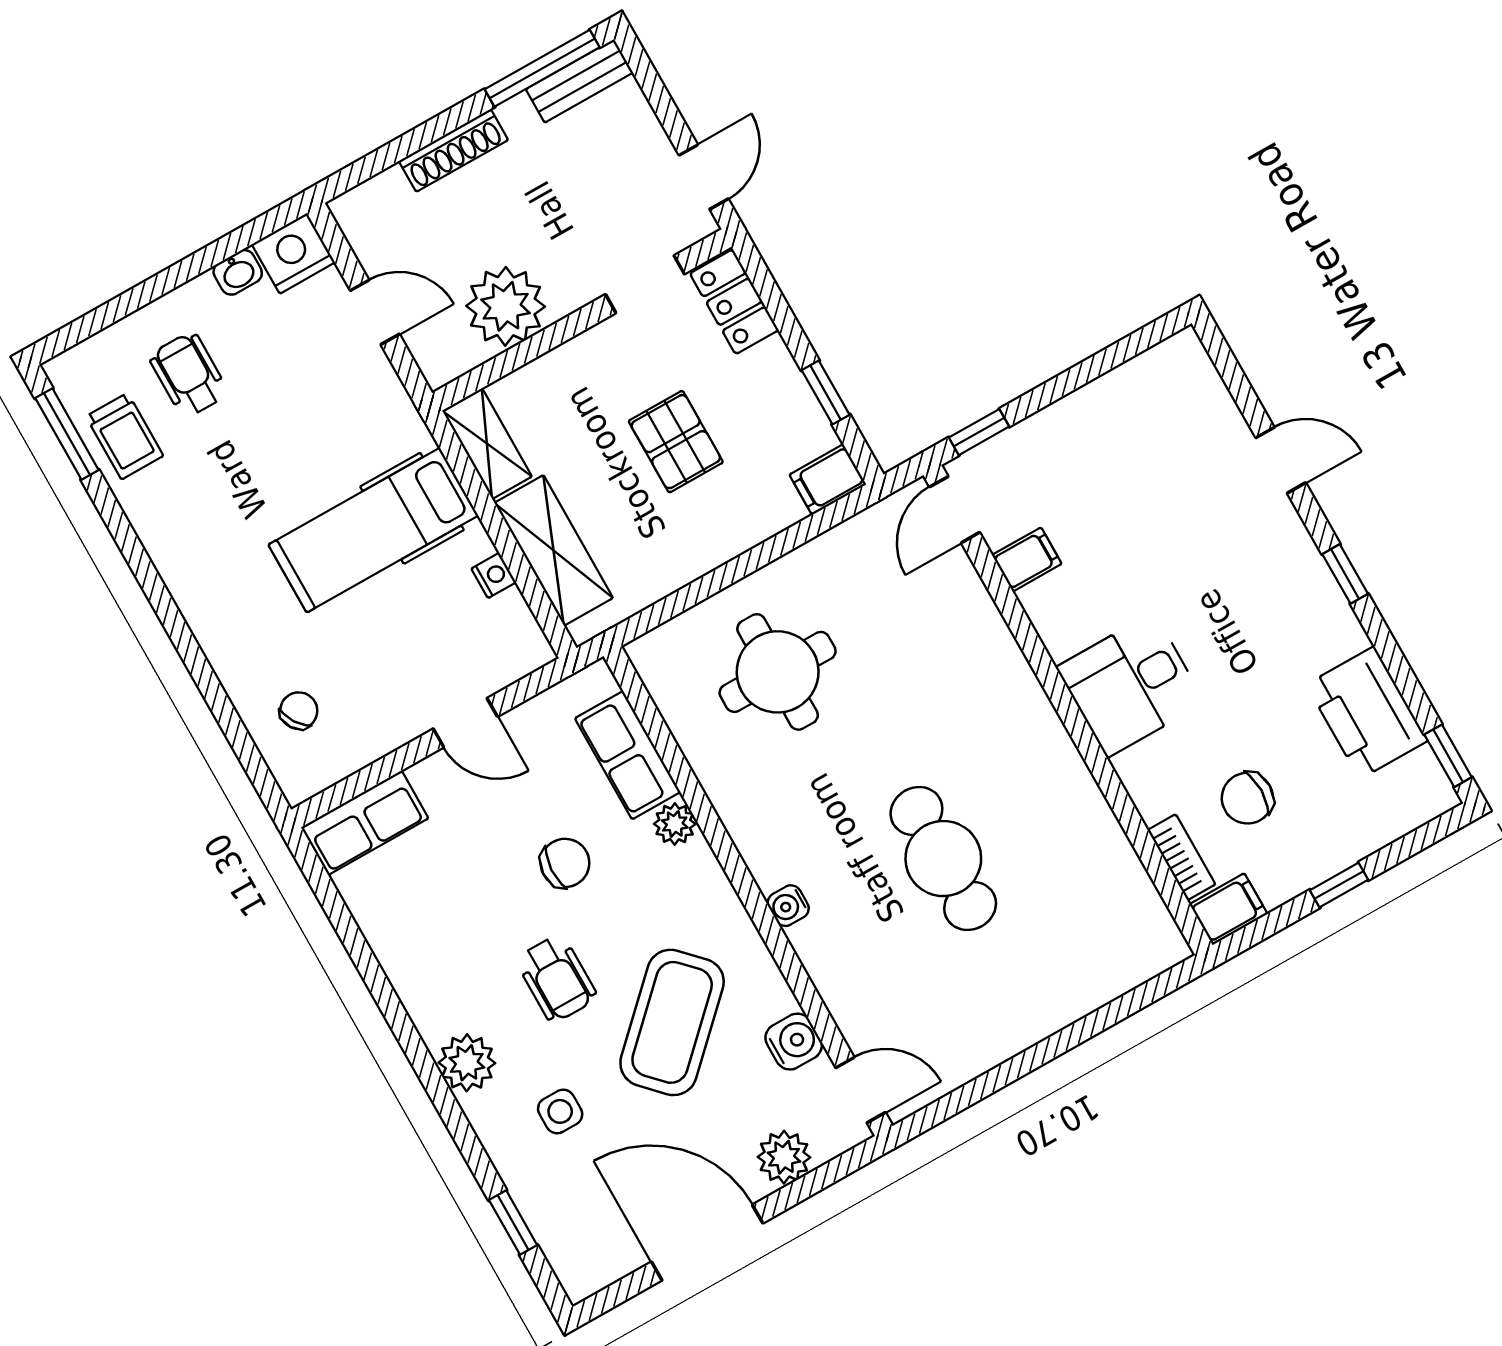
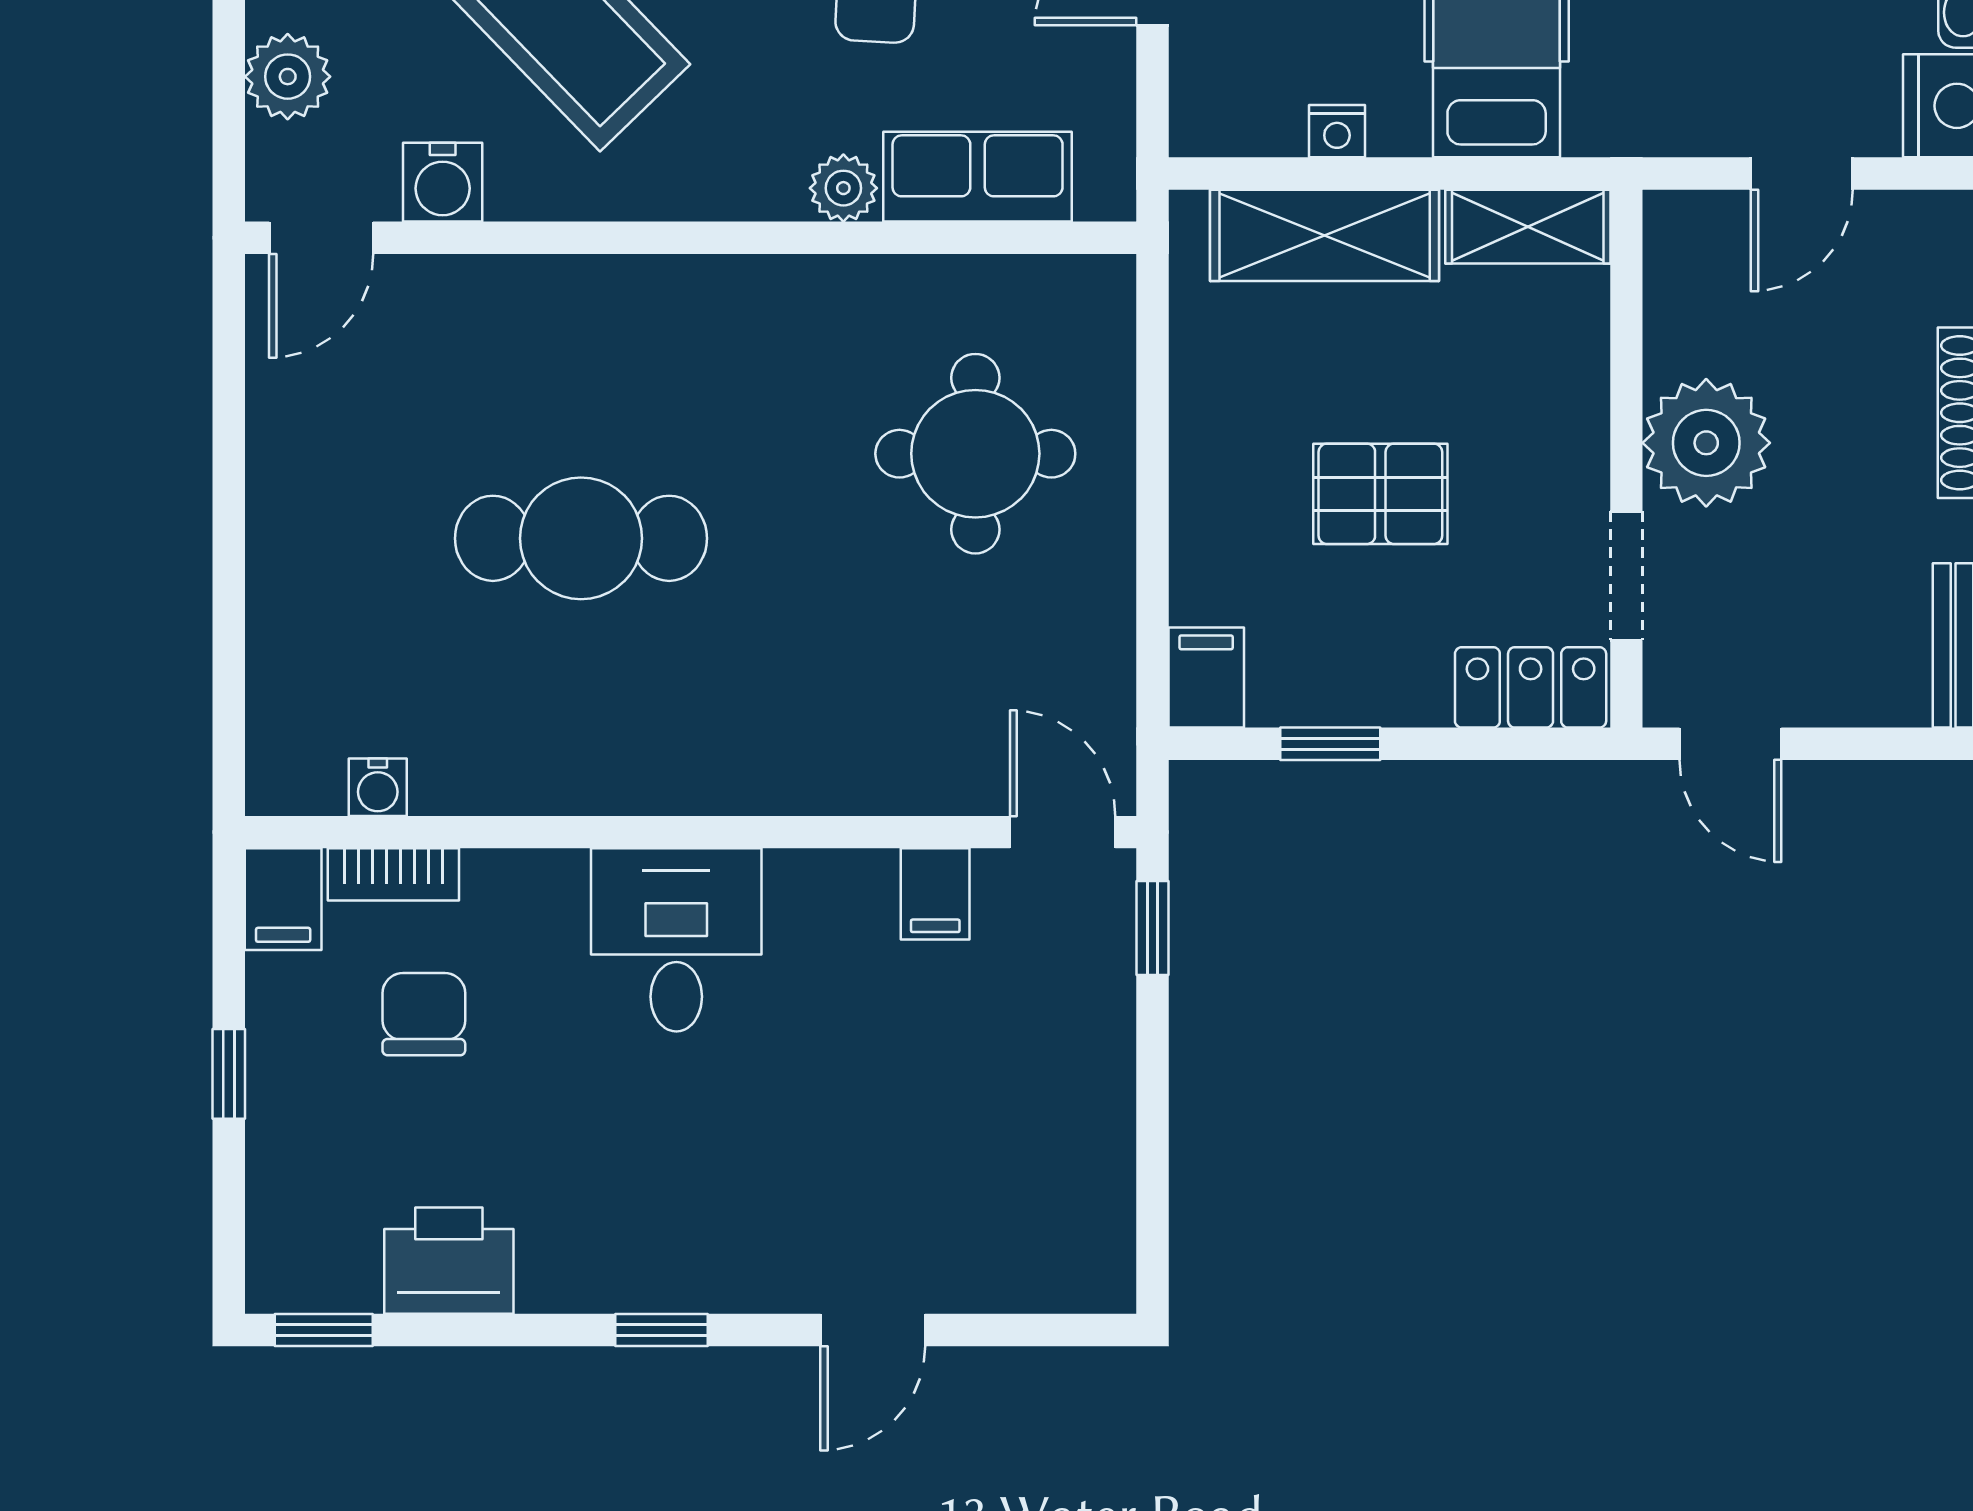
plant: (506, 306) -> (1706, 443), moved
printer: (1367, 713) -> (449, 1261), width x0.73, depth x0.84
water cooler: (788, 906) -> (378, 787), moved, turned 180

